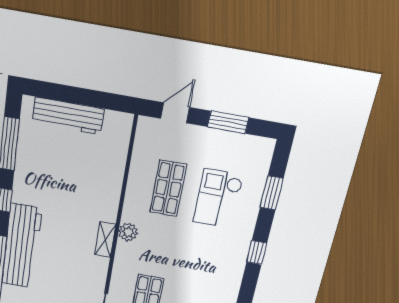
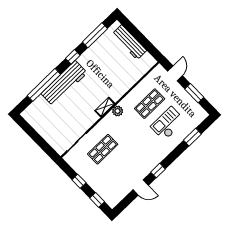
door: (175, 113) -> (175, 73), hinge flipped
window: (257, 253) -> (158, 171), moved

